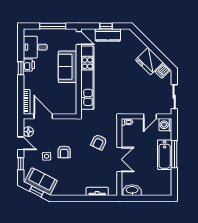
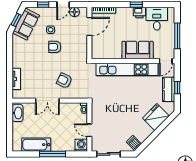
fridge: (149, 61) -> (156, 117), moved
bathtub: (165, 155) -> (36, 145), moved

